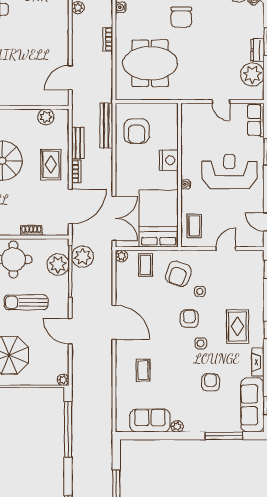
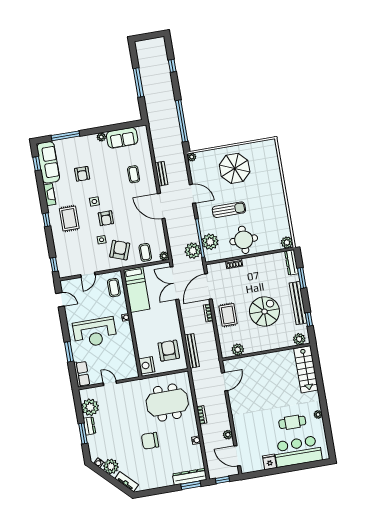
chair: (181, 17) -> (150, 441), turned -90
bench: (78, 143) -> (161, 174), moved
nightstand: (169, 160) -> (147, 365), moved
bed: (159, 218) -> (137, 289), width x0.67

